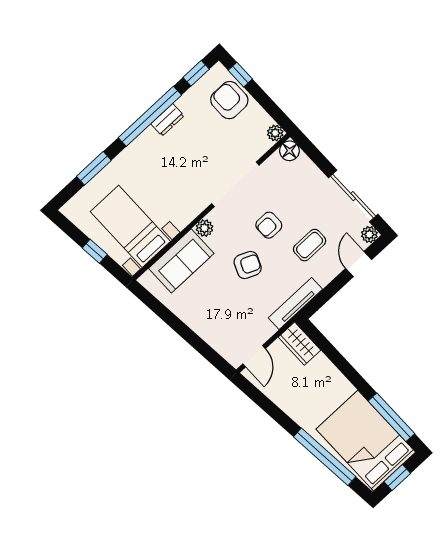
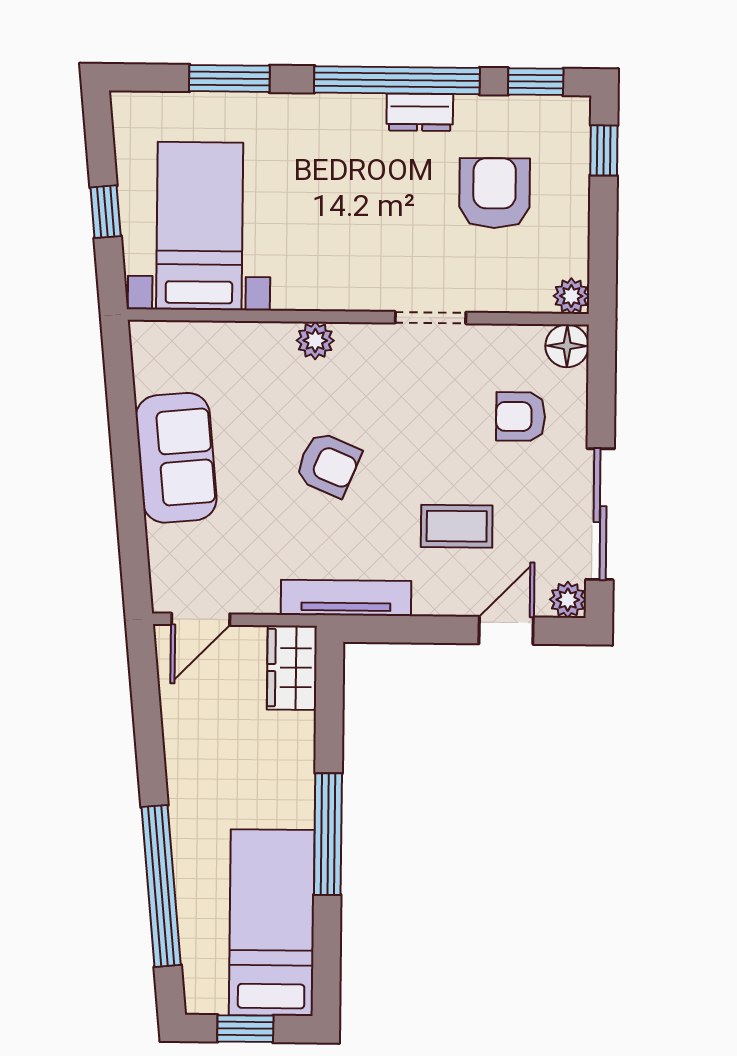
armchair: (229, 100) -> (494, 193), moved
doorway: (235, 184) -> (431, 318), width x0.53
armchair: (269, 225) -> (521, 417), moved
sofa: (181, 261) -> (176, 458), moved, turned -95
window: (391, 417) -> (328, 834), moved
bed: (366, 441) -> (272, 923), width x0.67

